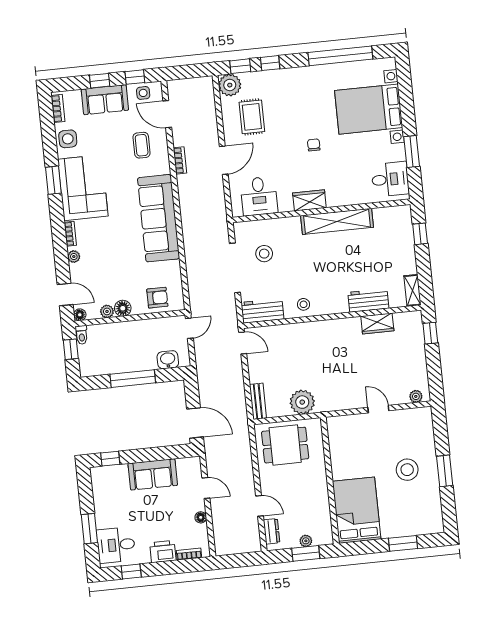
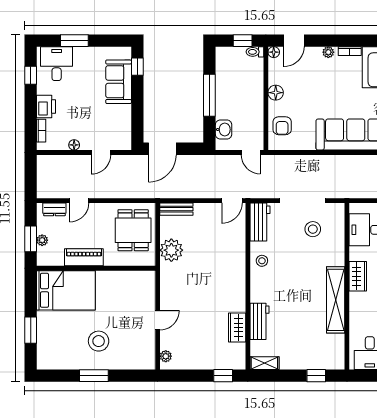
plant: (107, 311) -> (274, 78), removed
sofa: (153, 474) -> (119, 82), moved
piano: (320, 495) -> (84, 257), added

